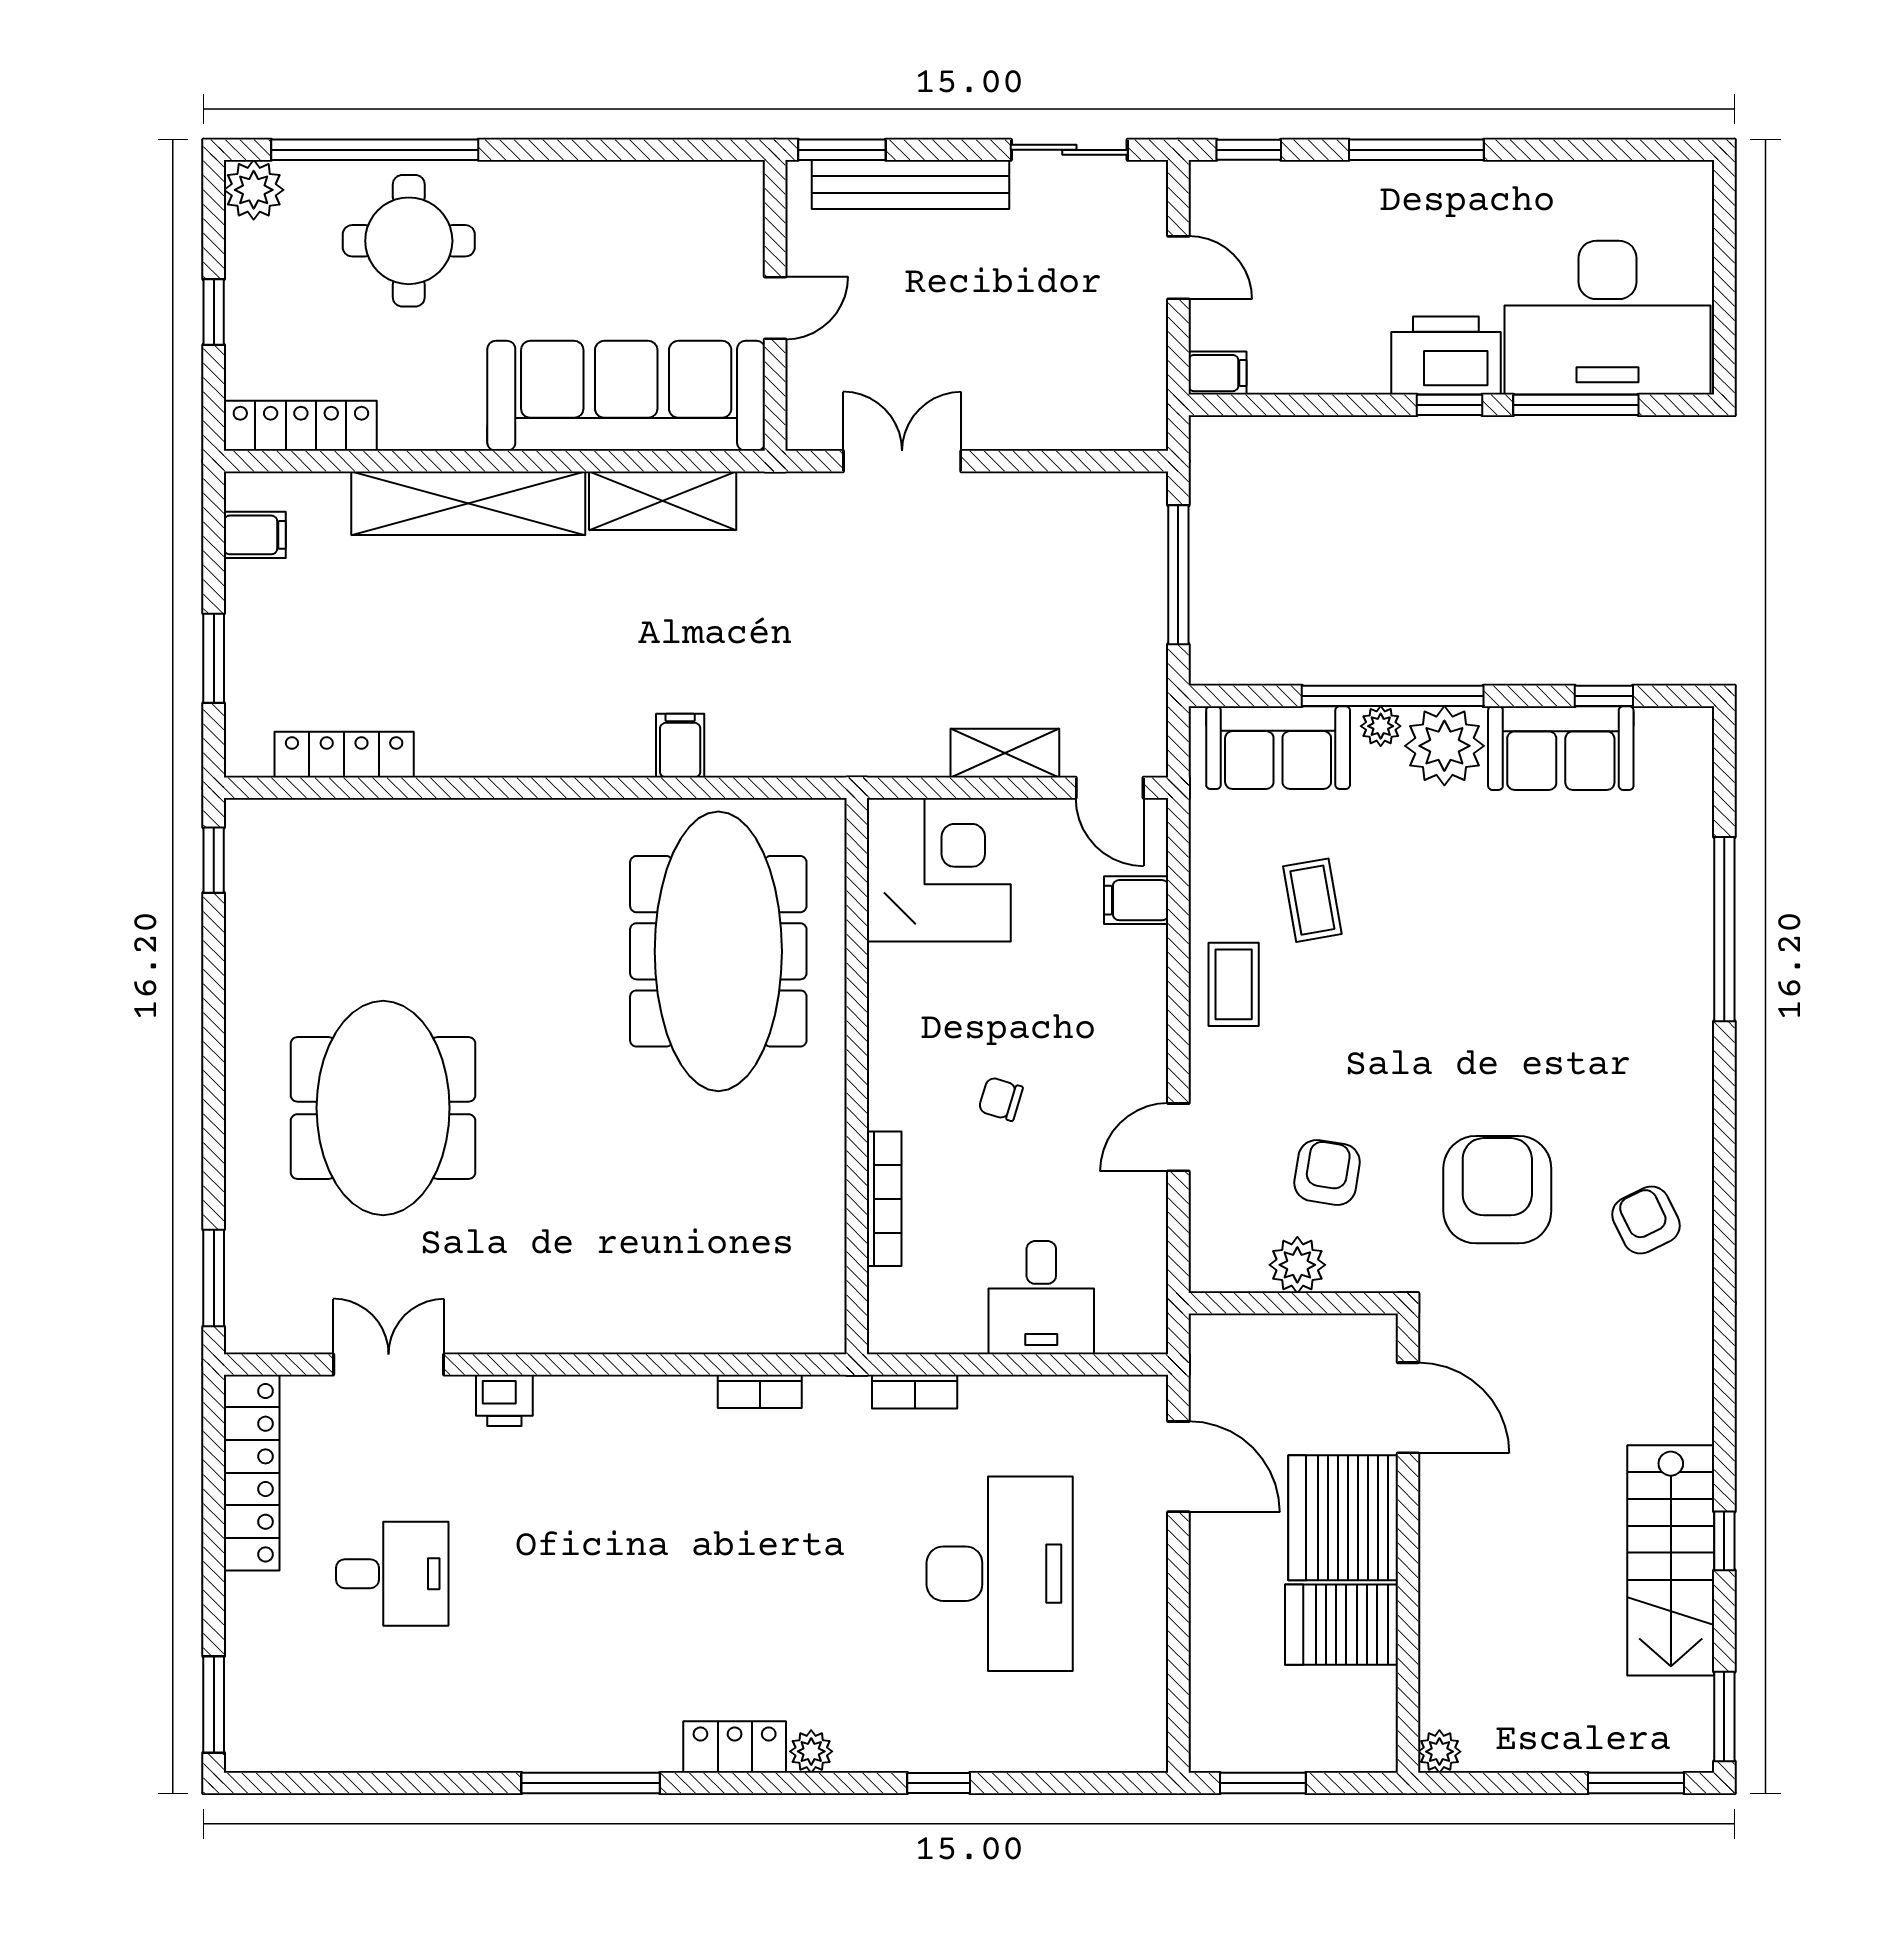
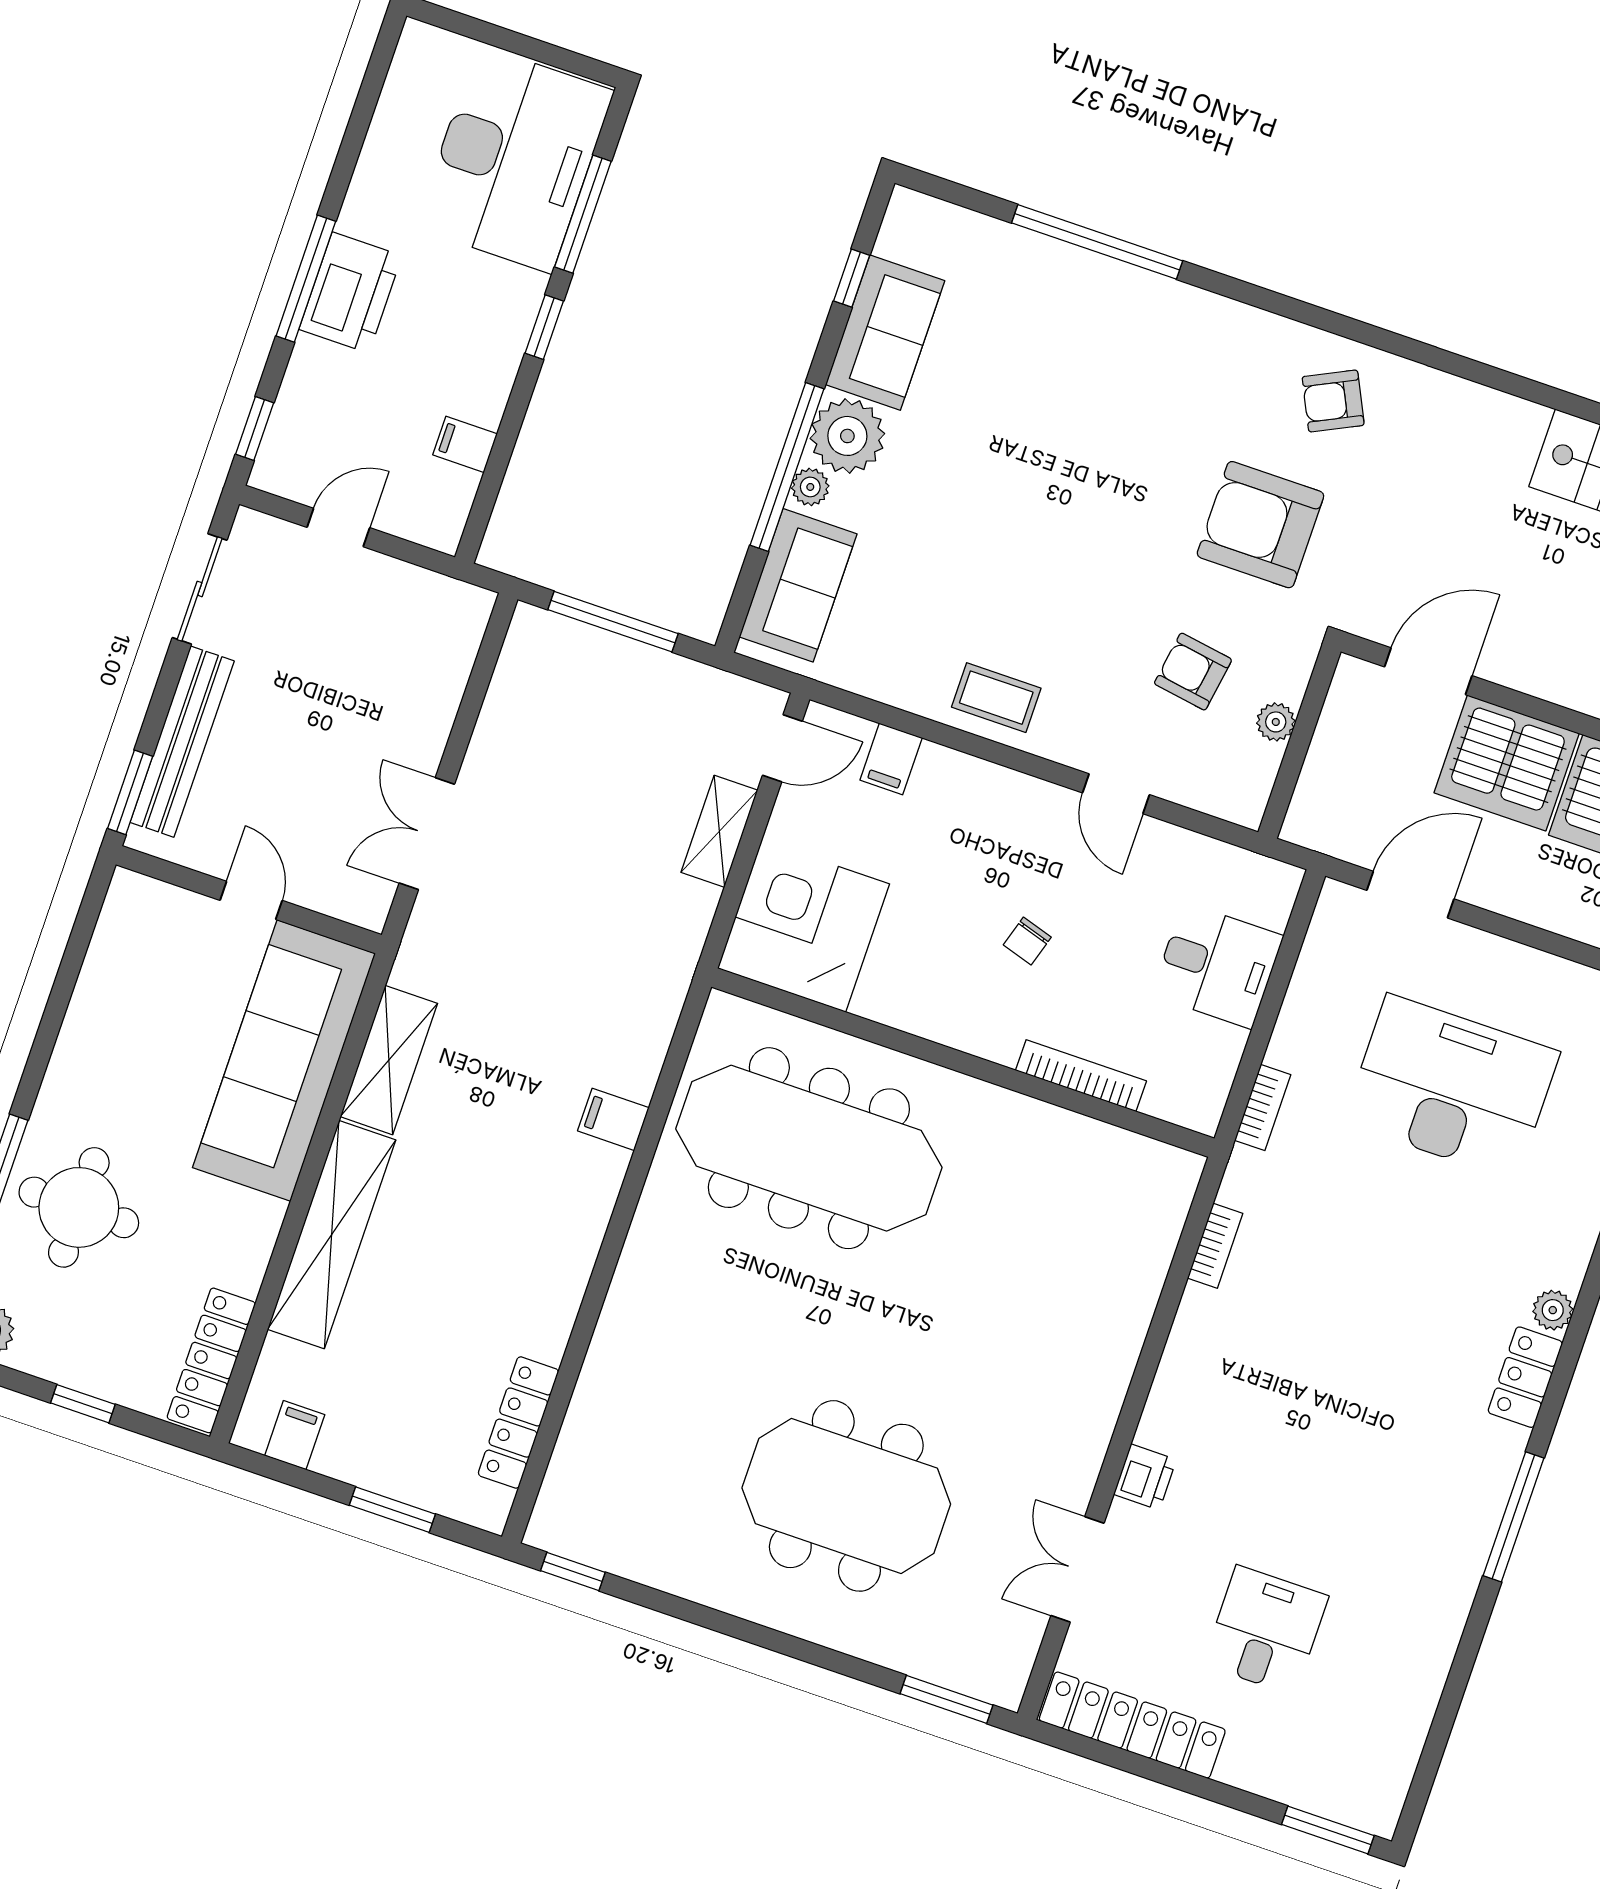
printer: (1446, 356) -> (351, 292), moved, turned 180
filing cabinet: (1217, 373) -> (465, 444), moved, turned -90
coffee table: (1312, 900) -> (945, 601), removed
plant: (1297, 1265) -> (1276, 722), width x0.73, depth x0.73

